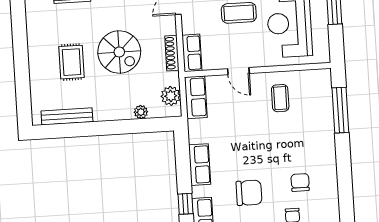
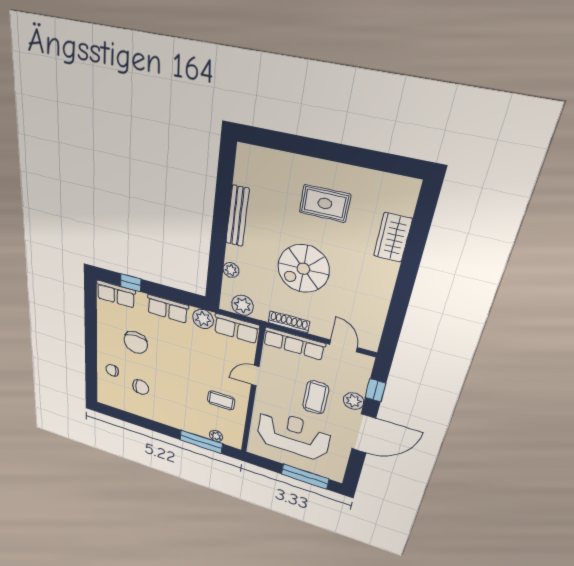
row of seats: (192, 53) -> (294, 344), width x1.48
rug: (72, 62) -> (325, 203), moved
plant: (326, 96) -> (216, 436), added
bench: (67, 116) -> (237, 216), moved
plant: (198, 129) -> (203, 319), added

